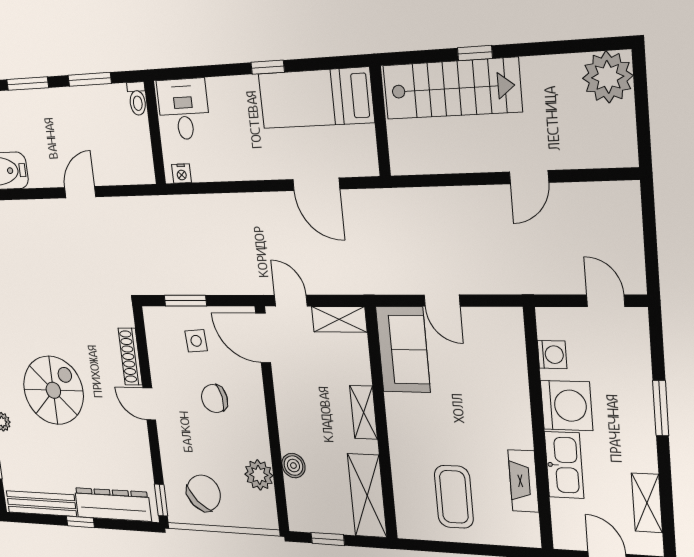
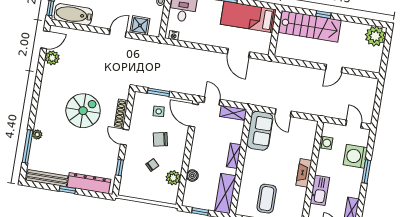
shower: (115, 167) -> (140, 25), added
spiral stairs: (53, 390) -> (83, 111), moved
washing machine: (566, 406) -> (355, 156), moved, turned 180
fireplace: (523, 481) -> (304, 173), moved
chair: (204, 493) -> (152, 165), moved, width x0.54, depth x0.54
window: (161, 500) -> (120, 168), moved

